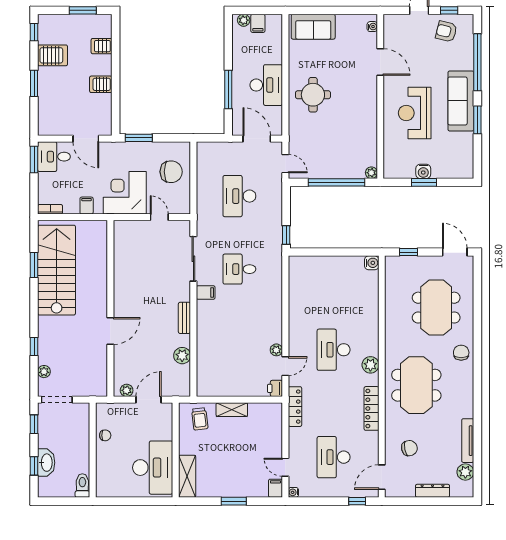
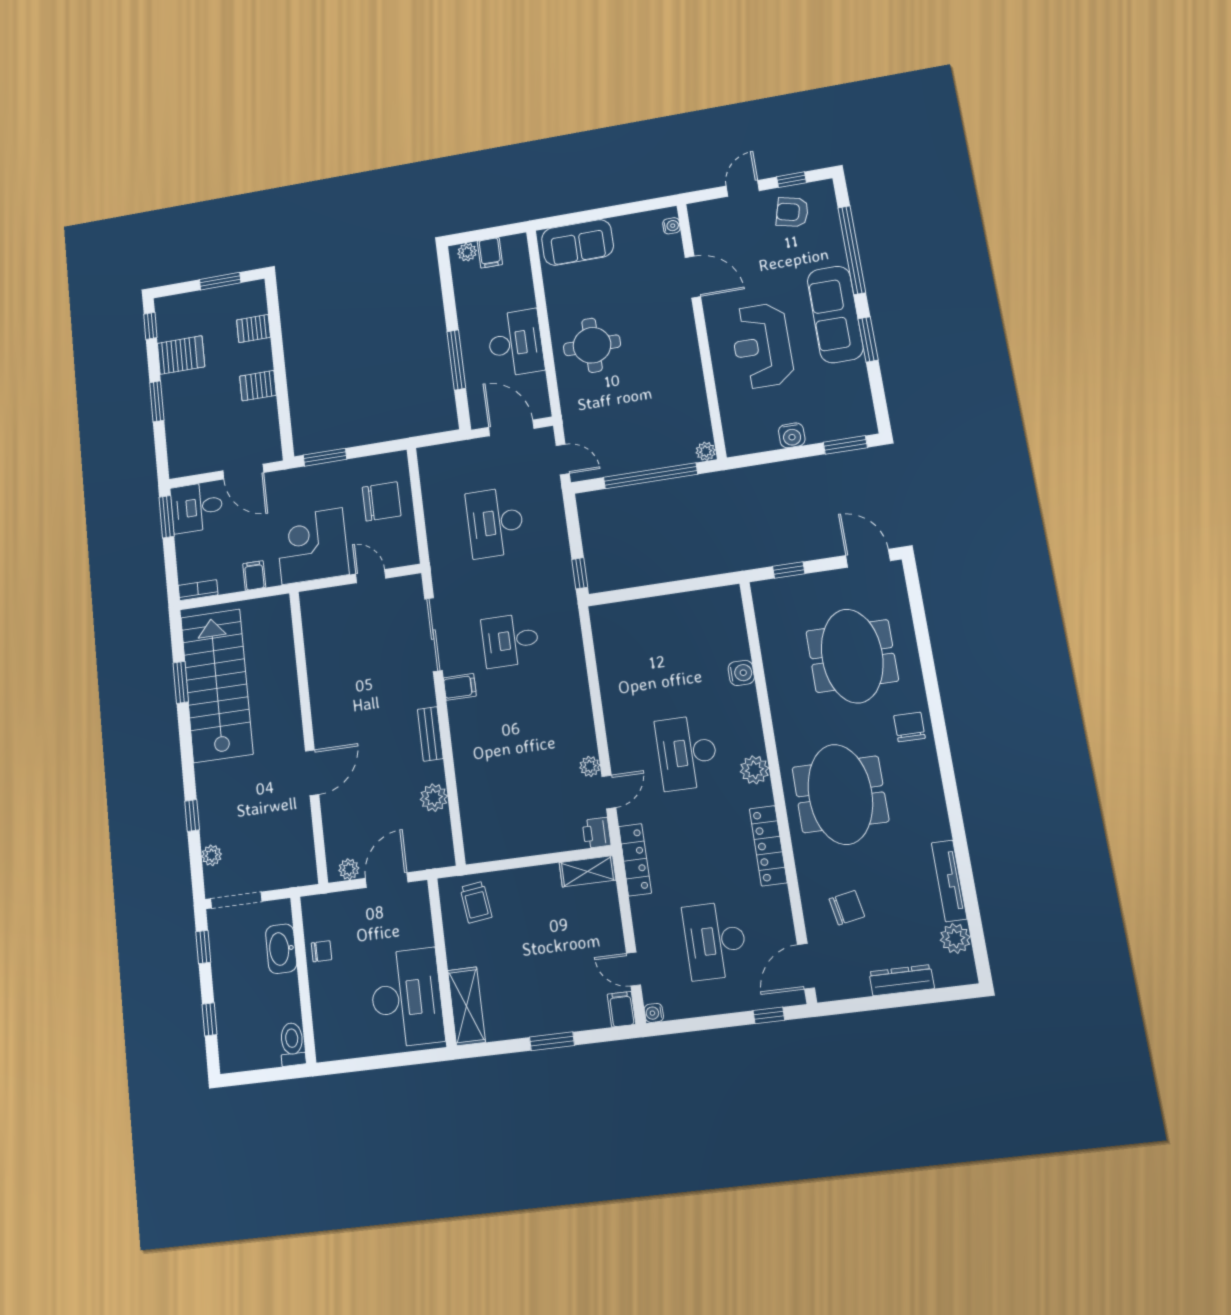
window: (424, 182) -> (845, 445), moved
water cooler: (372, 263) -> (741, 673), moved
shelving: (232, 410) -> (587, 871), moved
washbasin: (46, 463) -> (281, 949), moved, turned 180

